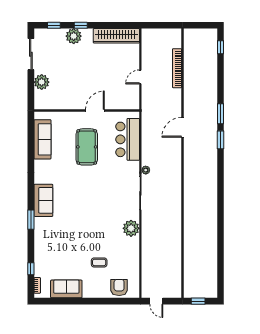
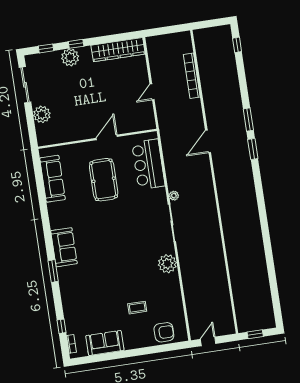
armchair: (119, 287) -> (164, 332), turned 90
door: (156, 301) -> (208, 341), swing flipped

